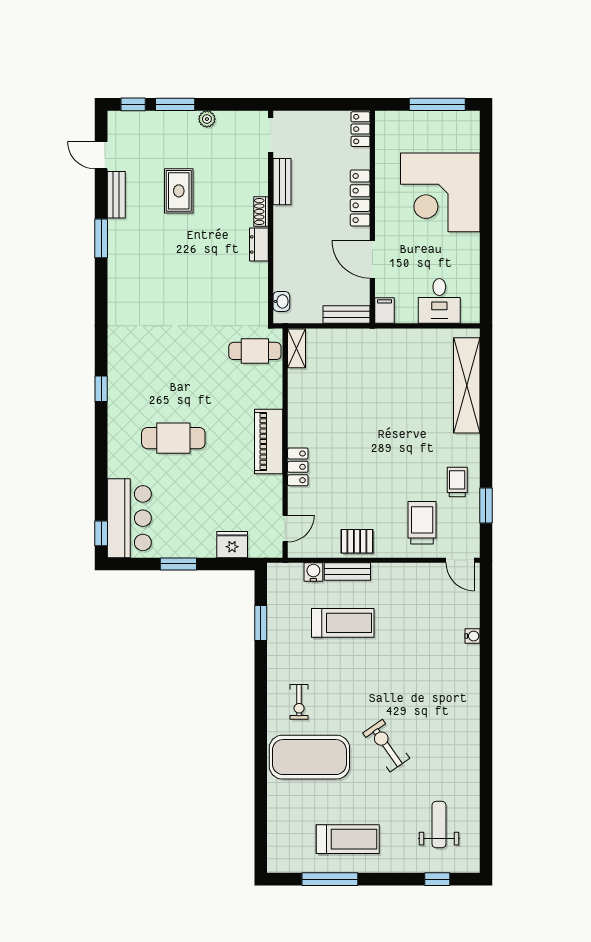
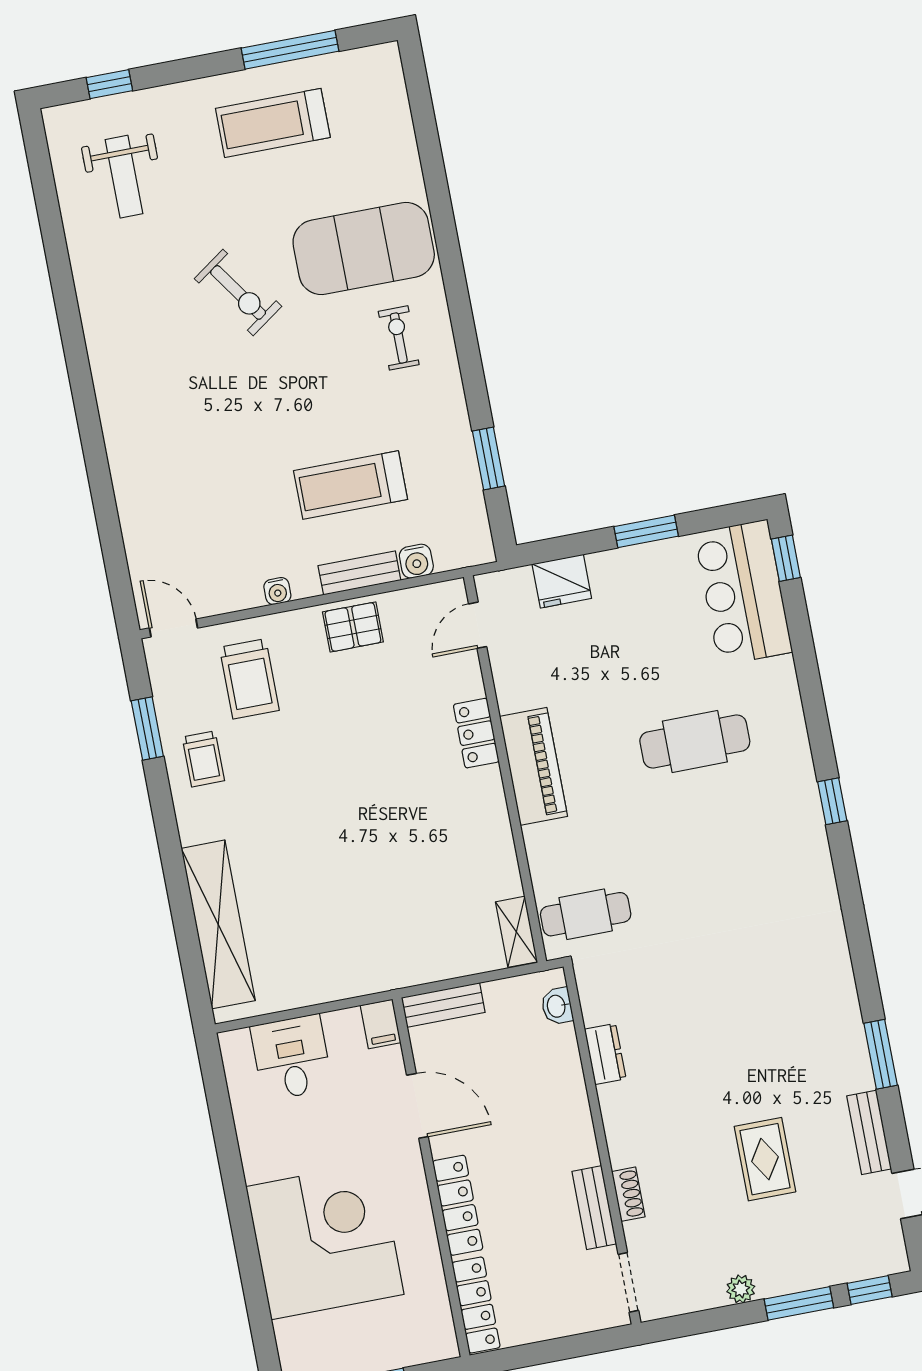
locker: (361, 129) -> (476, 1305), width x1.53
shoe rack: (261, 212) -> (628, 1194), moved
dresser: (259, 244) -> (605, 1054), moved
water cooler: (472, 636) -> (277, 591), moved, turned -90

